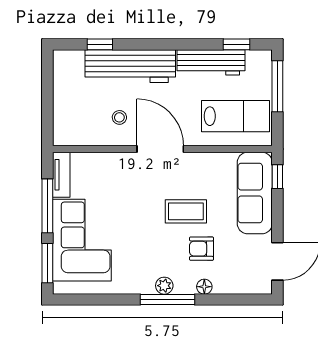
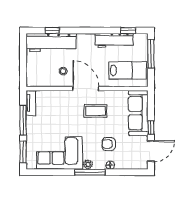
workbench: (130, 66) -> (51, 43), moved
window: (277, 177) -> (151, 128), moved
coffee table: (186, 211) -> (95, 111), moved
corner sofa: (82, 240) -> (60, 153), moved, turned -90

